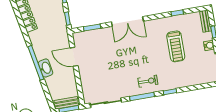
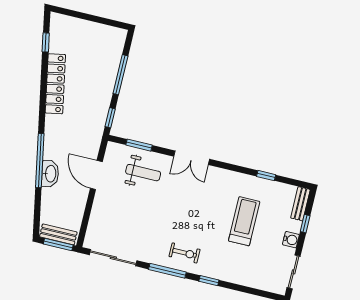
double door: (127, 21) -> (192, 158), width x0.73
weight bench: (102, 43) -> (143, 173), added
treadmill: (176, 46) -> (244, 221), turned 180

